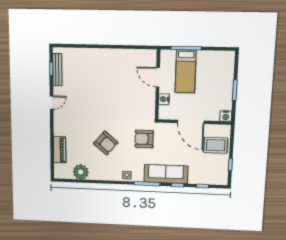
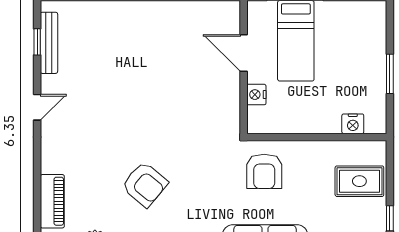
nightstand: (226, 116) -> (353, 124), moved
door: (191, 122) -> (310, 137), removed
armchair: (144, 139) -> (264, 171), moved, turned -90

